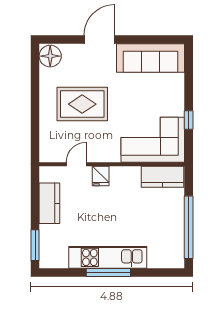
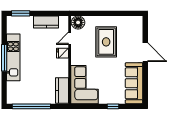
floor lamp: (50, 56) -> (78, 22), moved
window: (189, 120) -> (113, 106), moved
door: (76, 164) -> (70, 38), swing flipped

